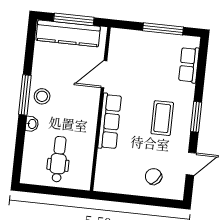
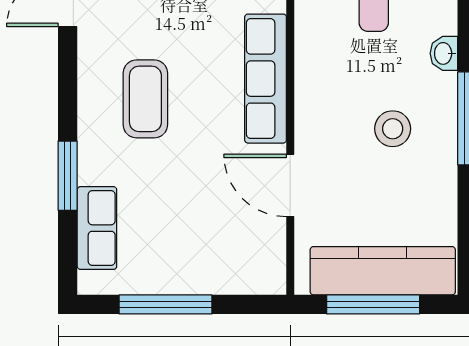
door: (104, 74) -> (290, 185), swing flipped
stool: (42, 96) -> (393, 129), moved
window: (196, 117) -> (68, 176), moved

